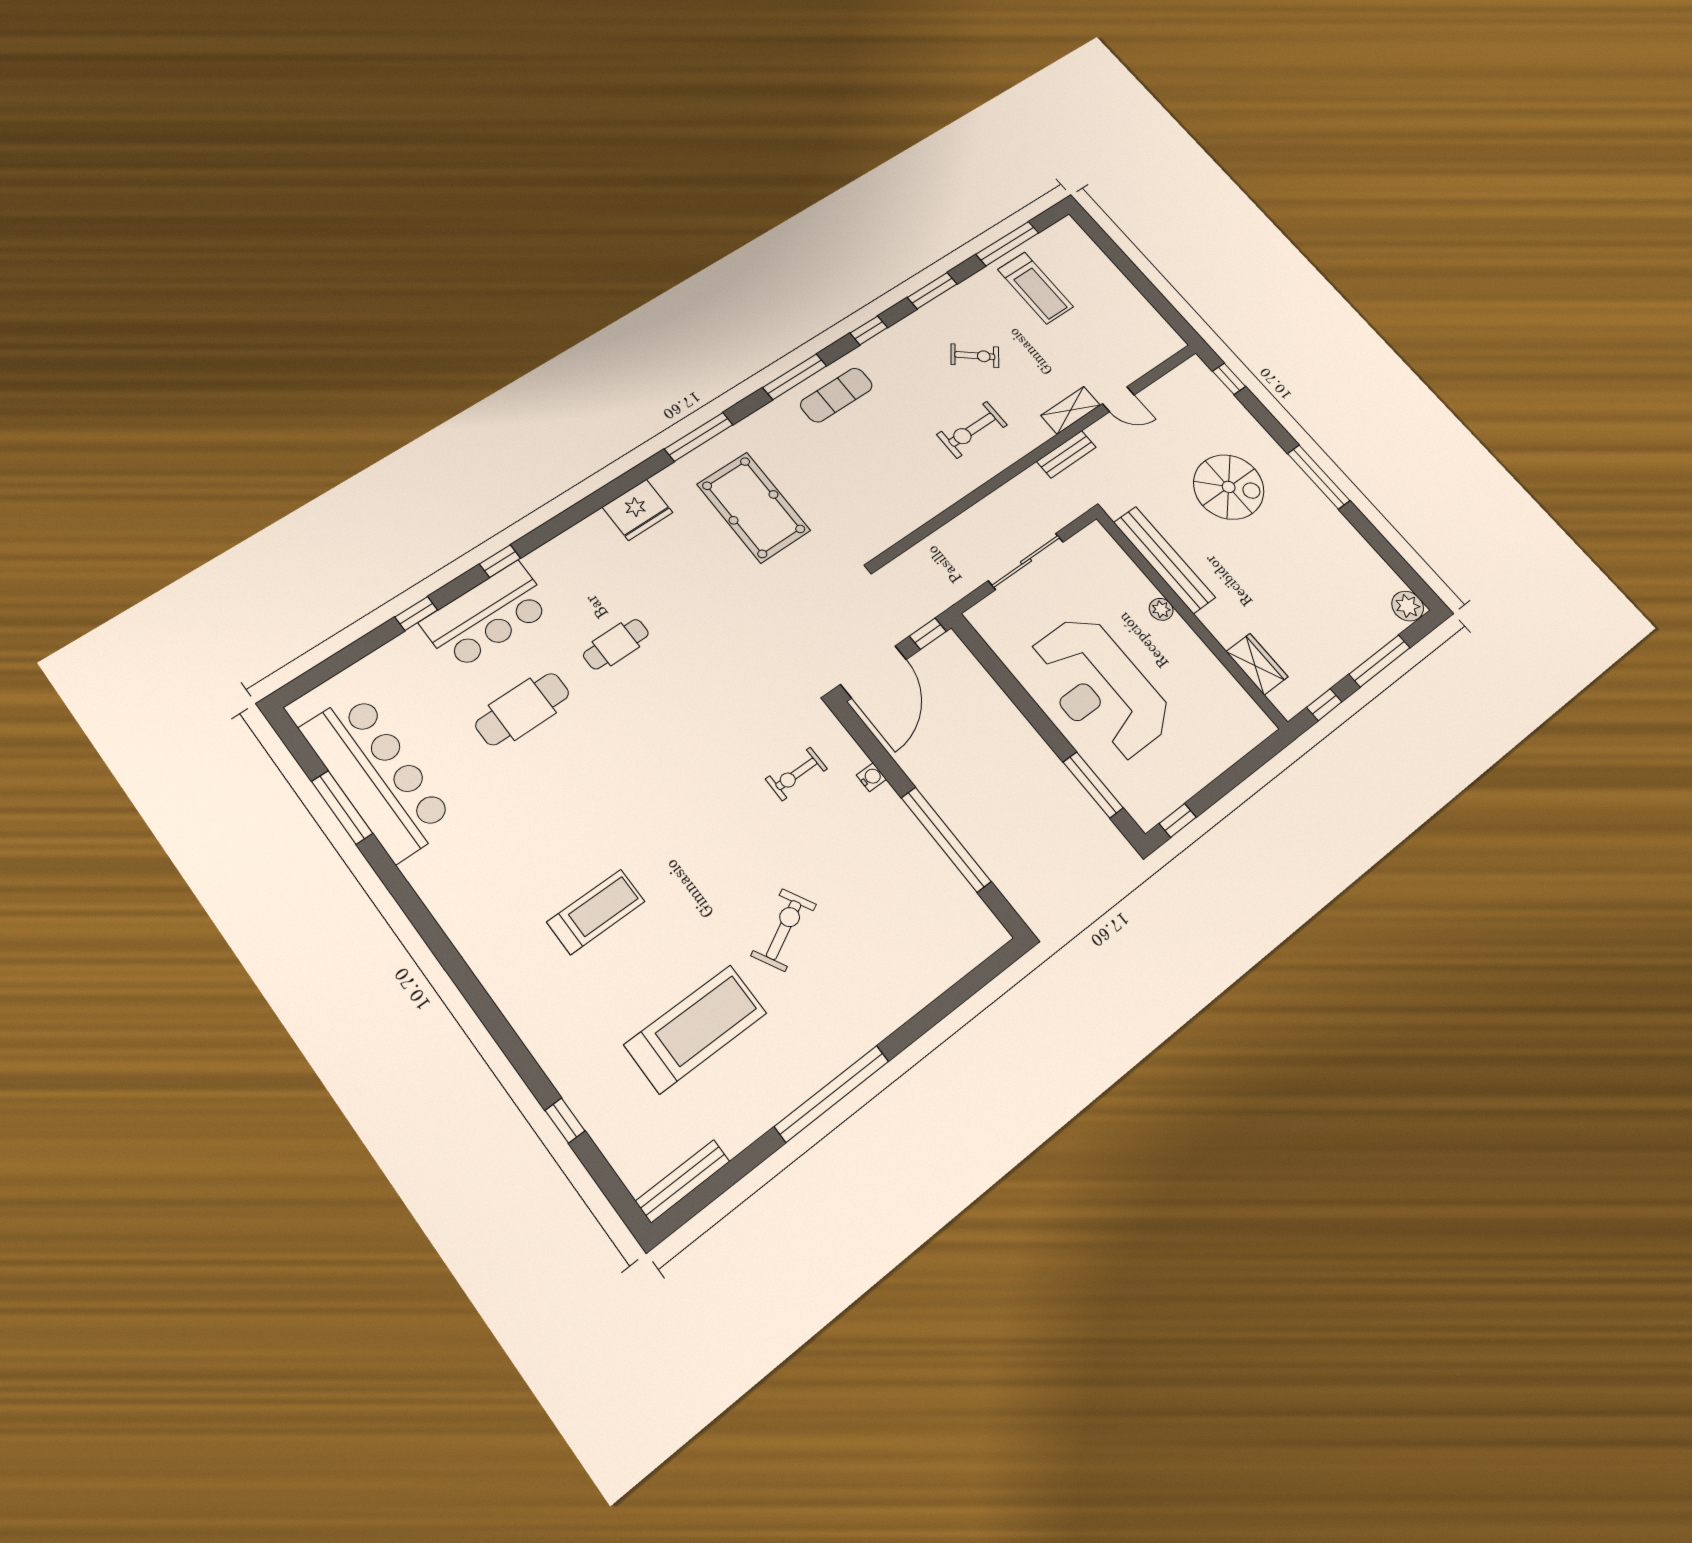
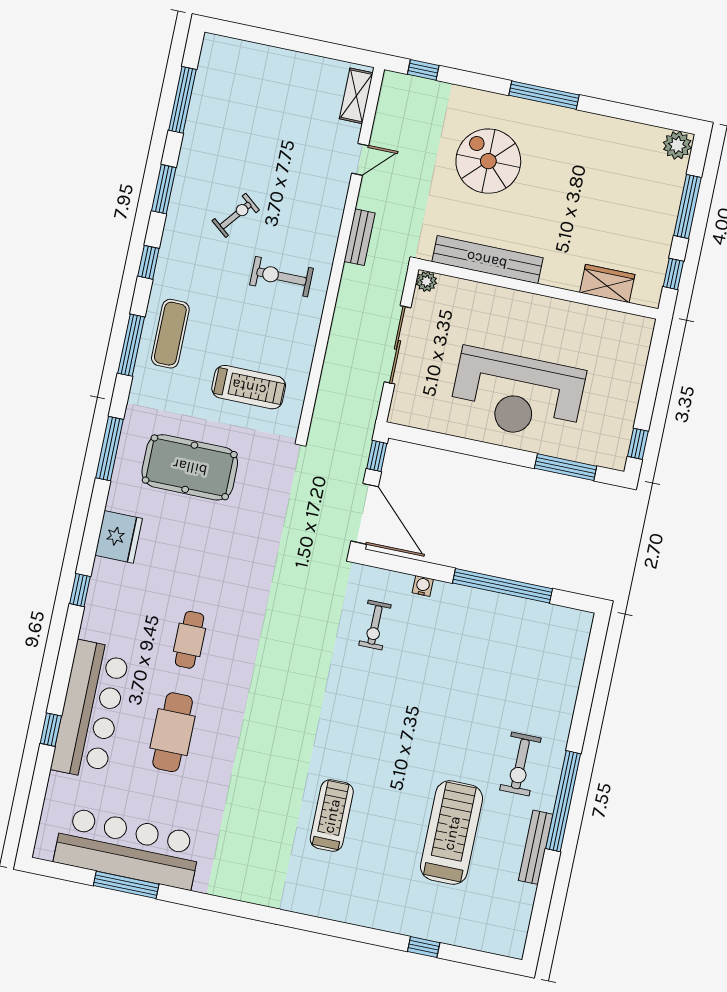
treadmill: (1035, 288) -> (249, 387), moved
shelving: (1070, 410) -> (356, 96), moved
exercise bike: (972, 430) -> (282, 277), turned 90
spiral stairs: (1229, 487) -> (488, 161), turned -90
window: (500, 561) -> (80, 590), moved
plant: (1161, 609) -> (426, 281), moved
bar counter: (487, 615) -> (90, 710), width x1.36
exercise bike: (784, 930) -> (520, 764), moved, turned -152
bench: (683, 1181) -> (536, 847), moved

